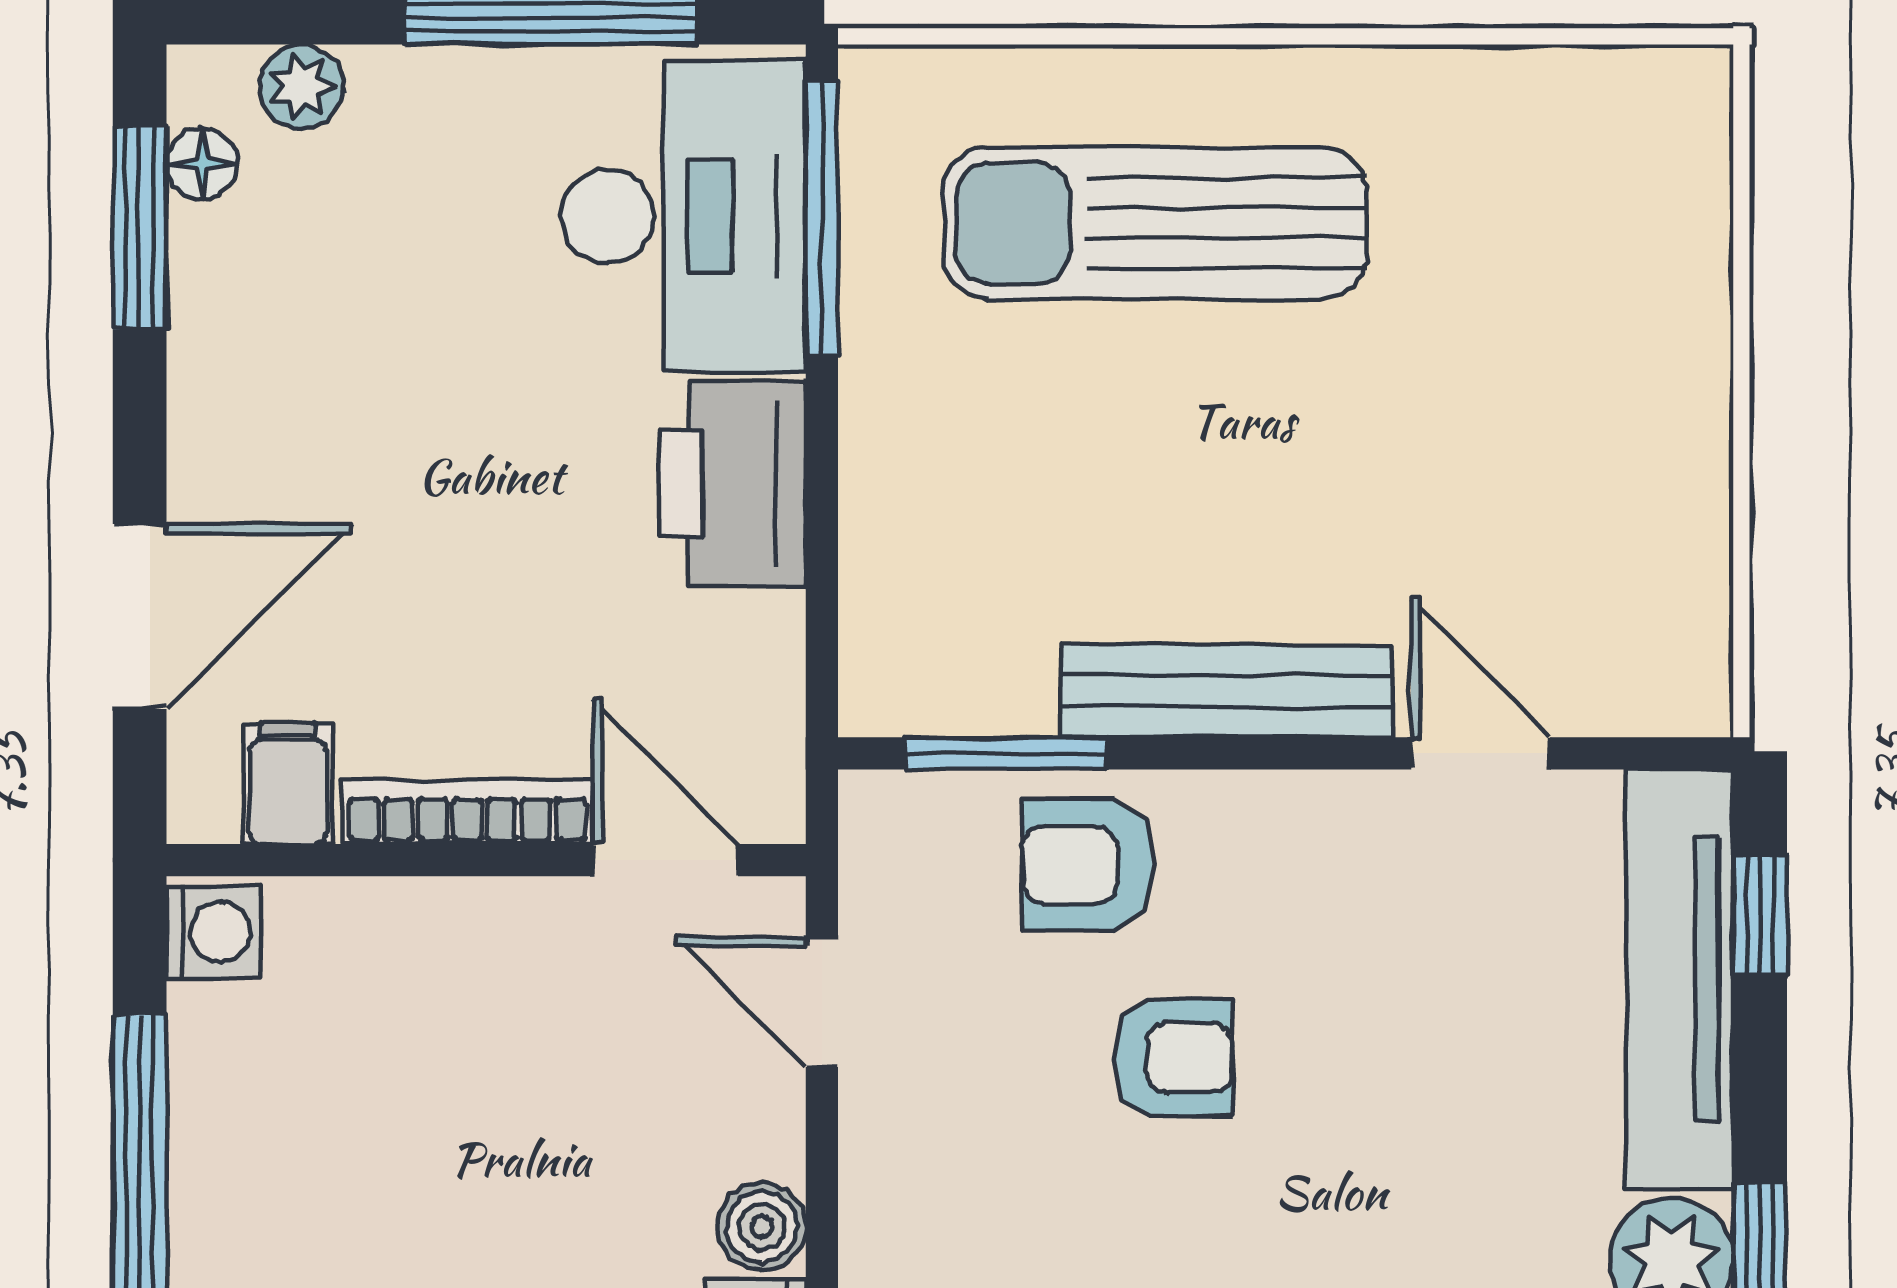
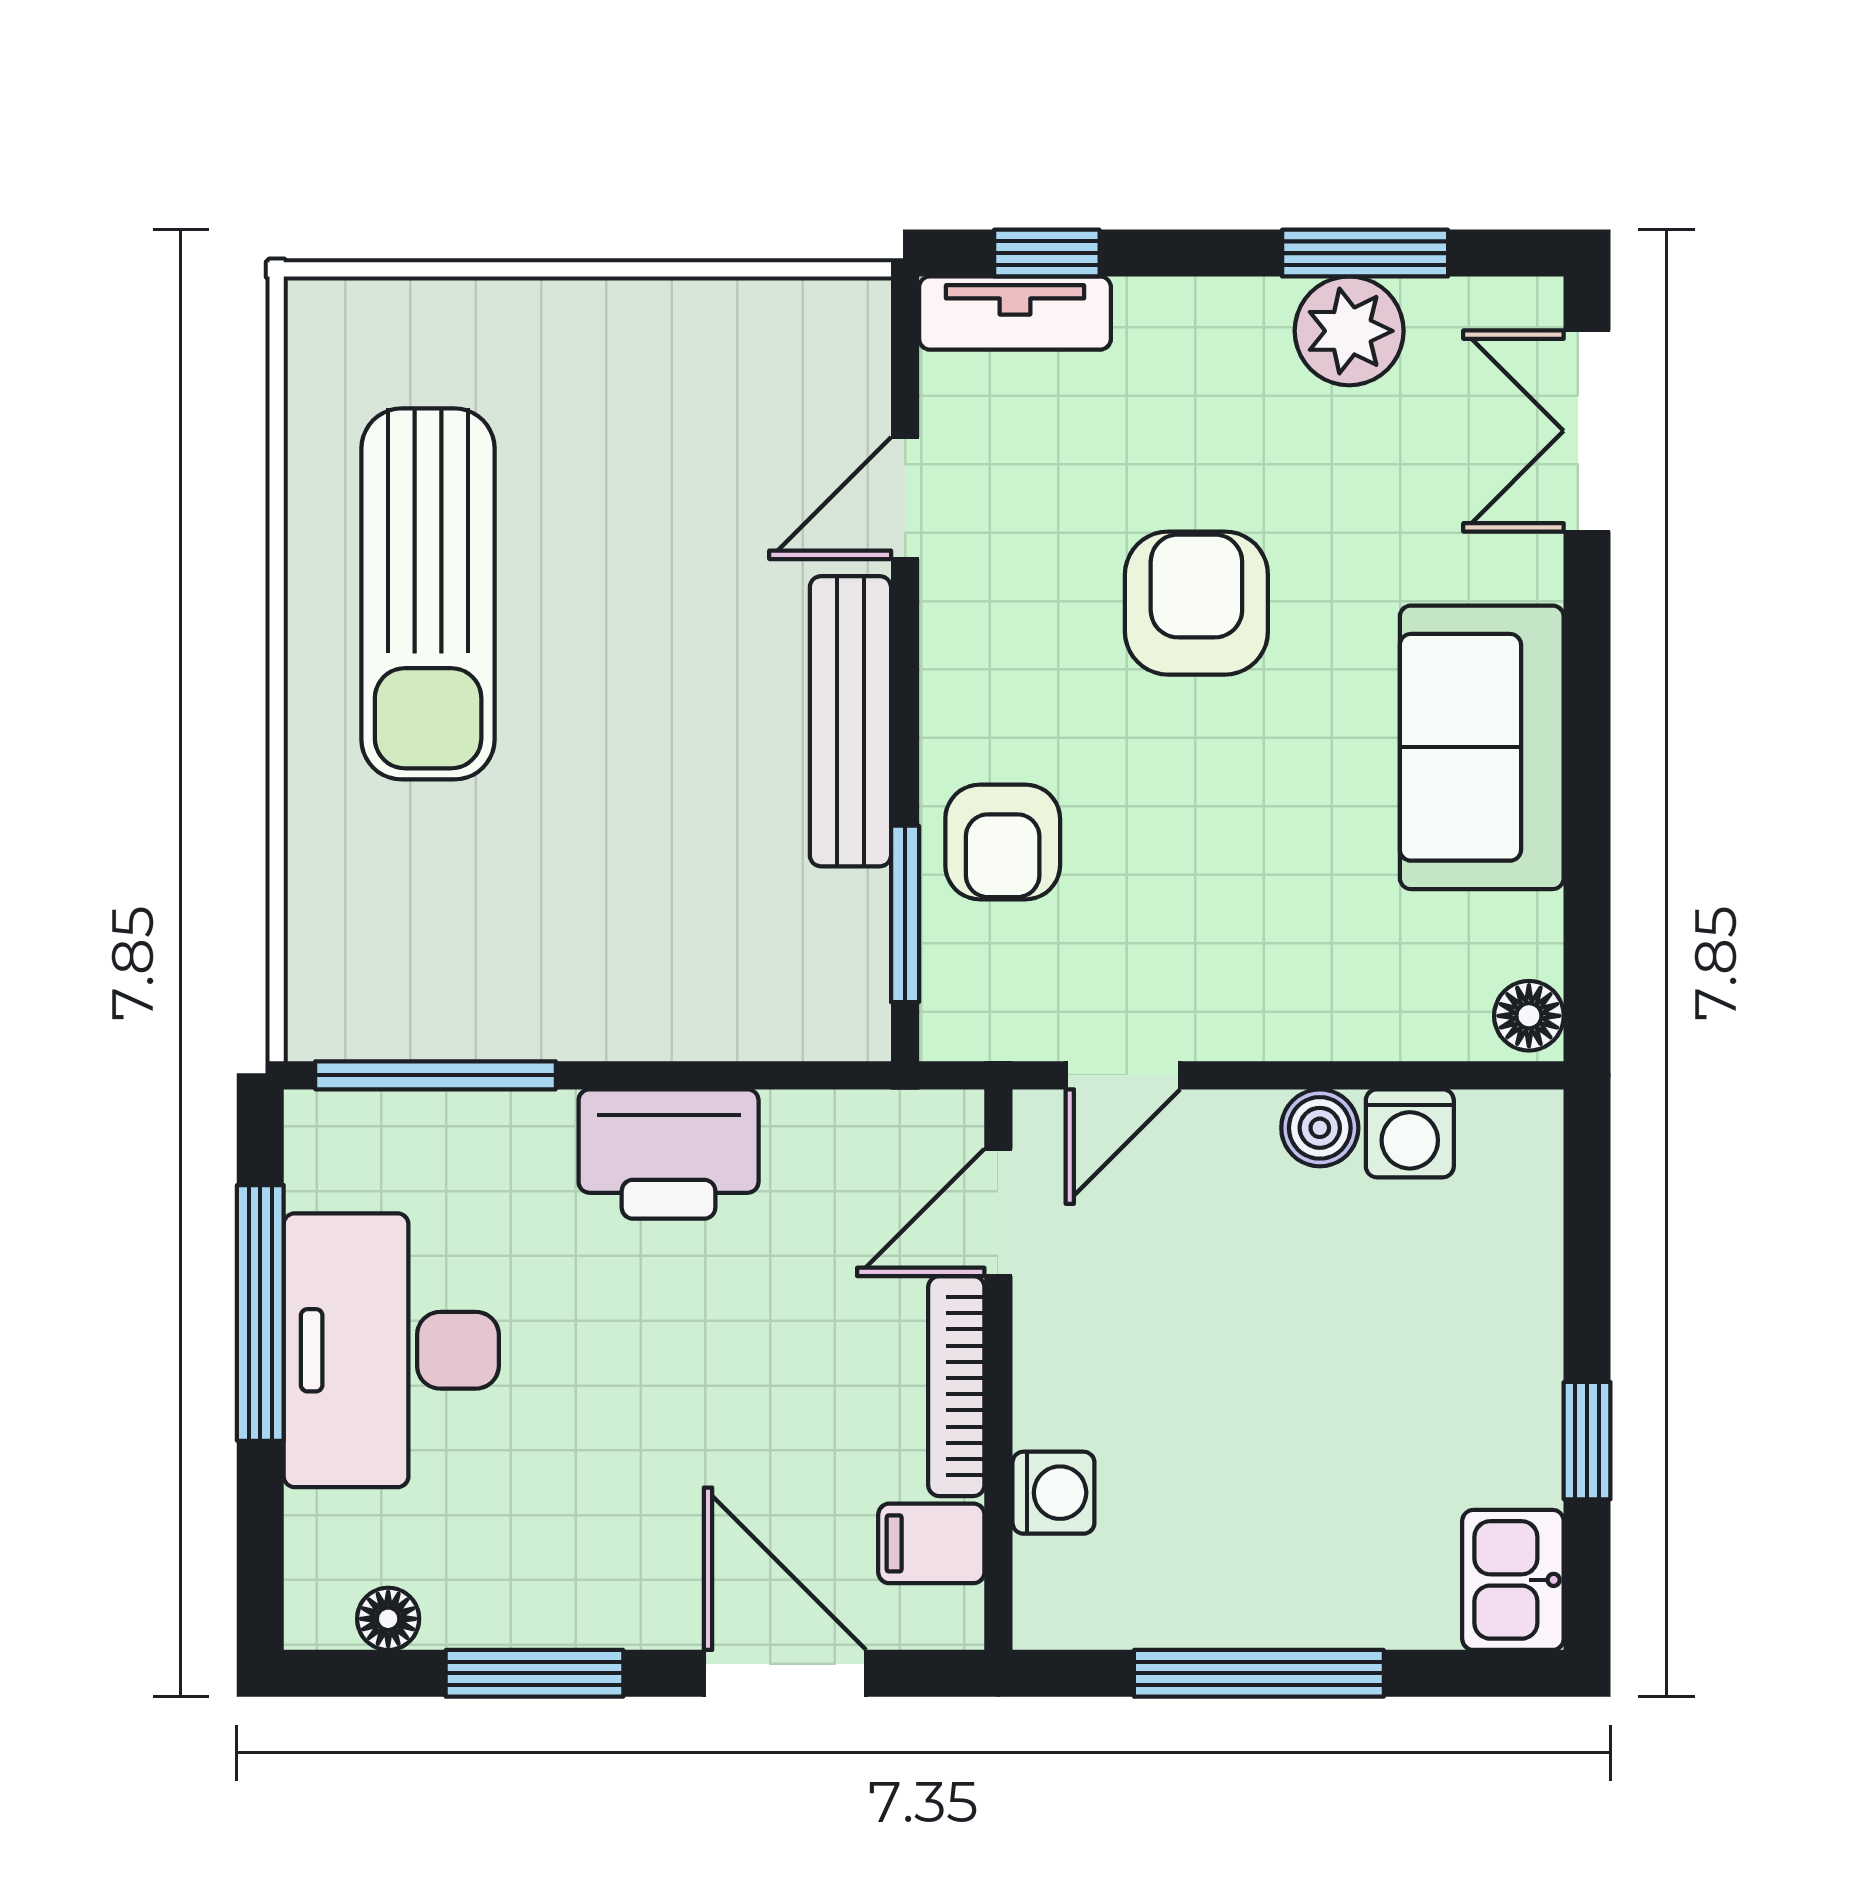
plant: (301, 87) -> (321, 1532), removed
desk: (683, 216) -> (391, 1350), moved, turned -90
sun lounger: (1155, 223) -> (428, 594), moved
window: (140, 228) -> (535, 1673), moved
washing machine: (213, 932) -> (1053, 1493), moved, turned 90
tv unit: (1680, 979) -> (1015, 313), width x0.52, depth x0.78
armchair: (1173, 1058) -> (1196, 603), moved, width x1.38, depth x1.38

